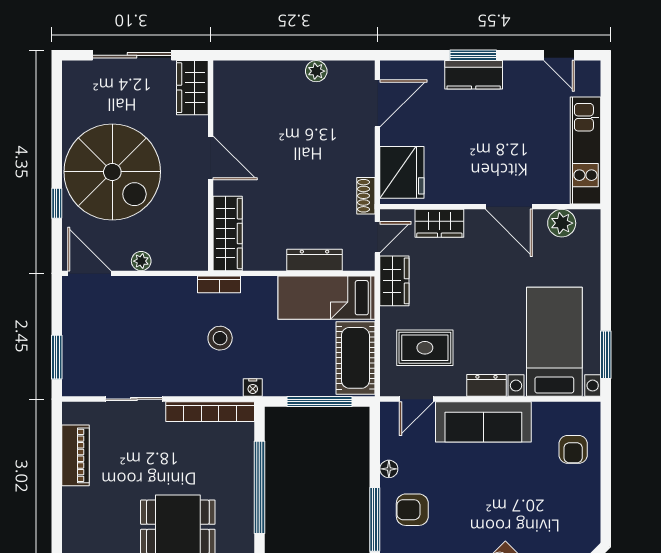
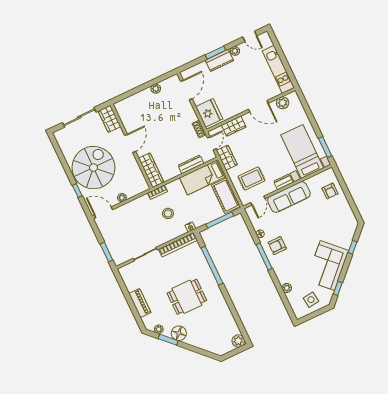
plant: (515, 71) -> (235, 51), added
door: (211, 158) -> (130, 143), hinge flipped
spiral stairs: (112, 172) -> (93, 168), turned -90
piano: (76, 455) -> (140, 303), moved

